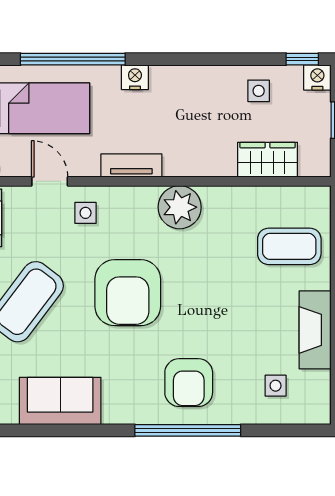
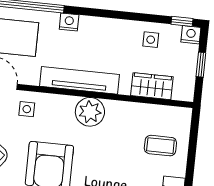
tv unit: (131, 165) -> (80, 80), width x1.92, depth x1.29
coffee table: (289, 246) -> (160, 146), width x0.73, depth x0.77

